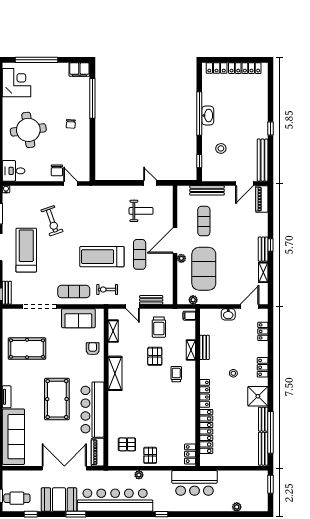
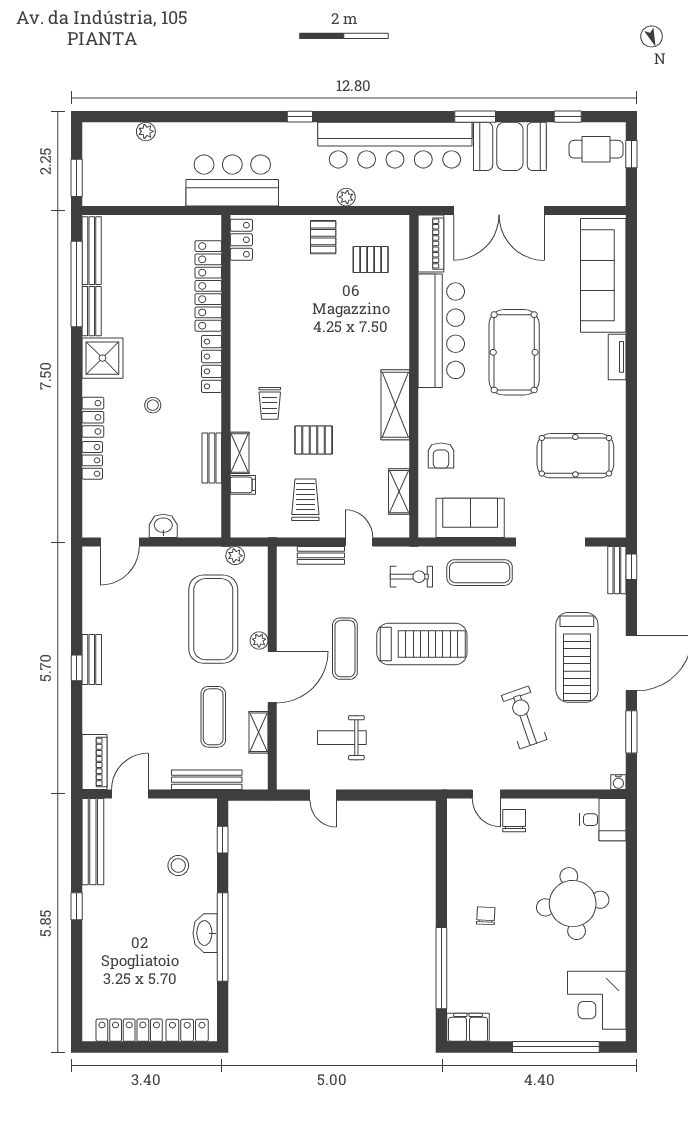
shelving: (263, 272) -> (258, 732), moved
filing cabinet: (189, 316) -> (243, 485), moved
locker: (263, 331) -> (92, 460), moved
pallet: (155, 356) -> (314, 440), turned 90

